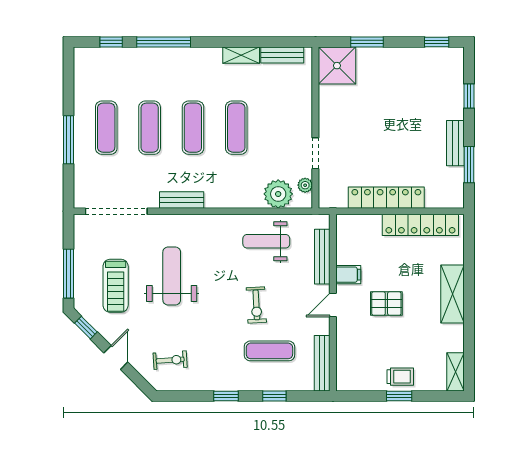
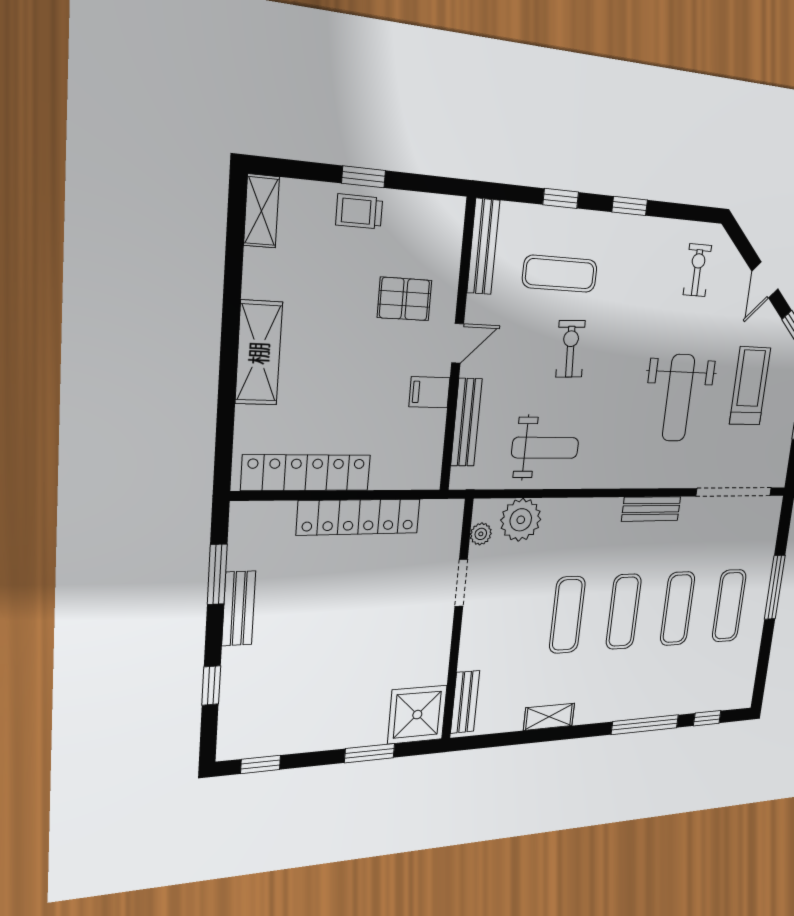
bench: (282, 55) -> (465, 702), moved, turned 90
pallet: (386, 304) -> (405, 299), moved
exercise bike: (170, 360) -> (697, 270), turned 94

